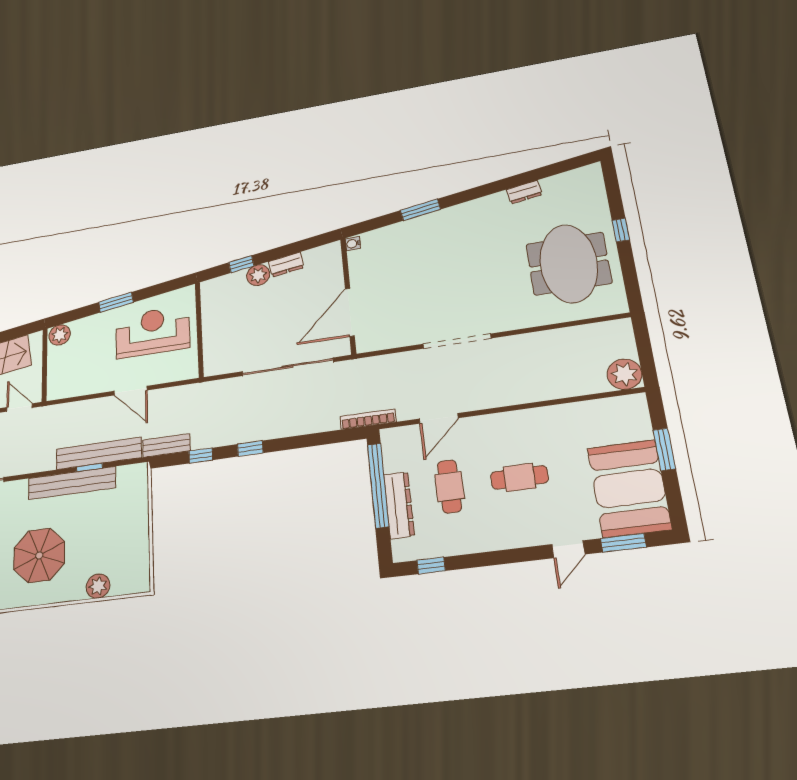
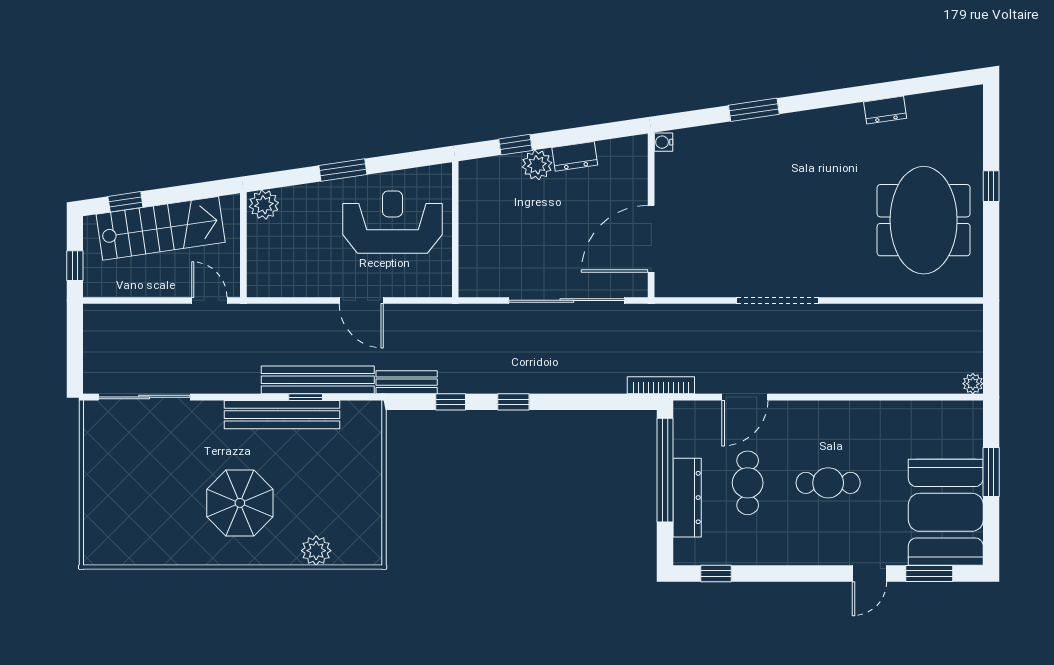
plant: (624, 374) -> (973, 384), width x0.53, depth x0.53

